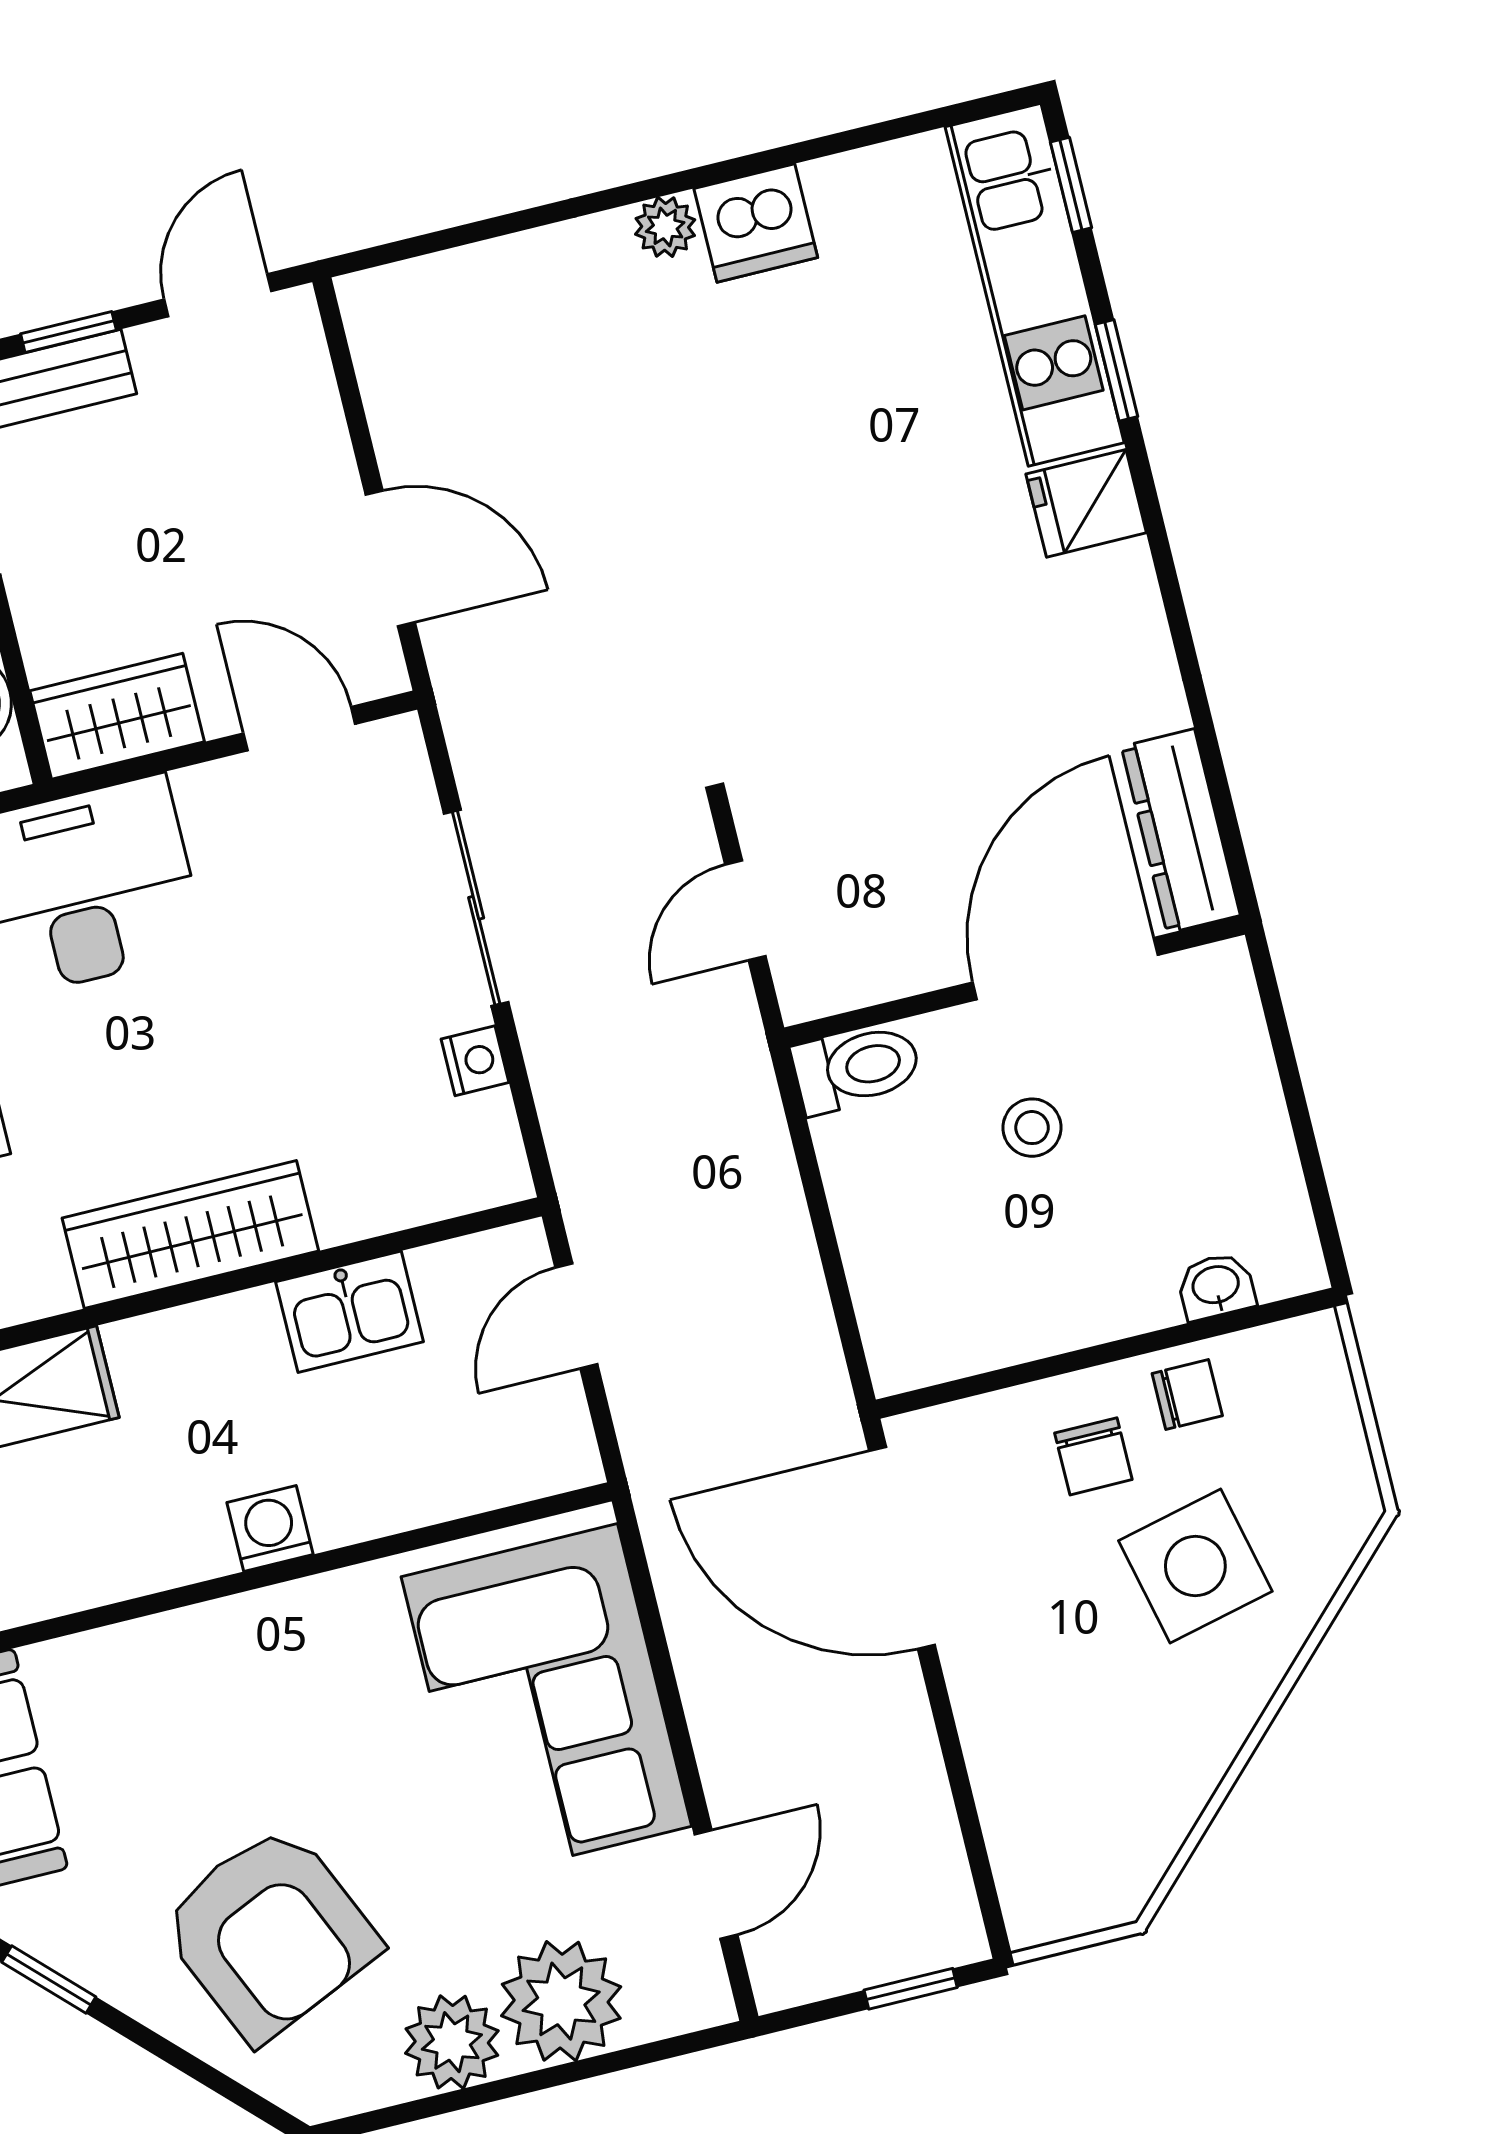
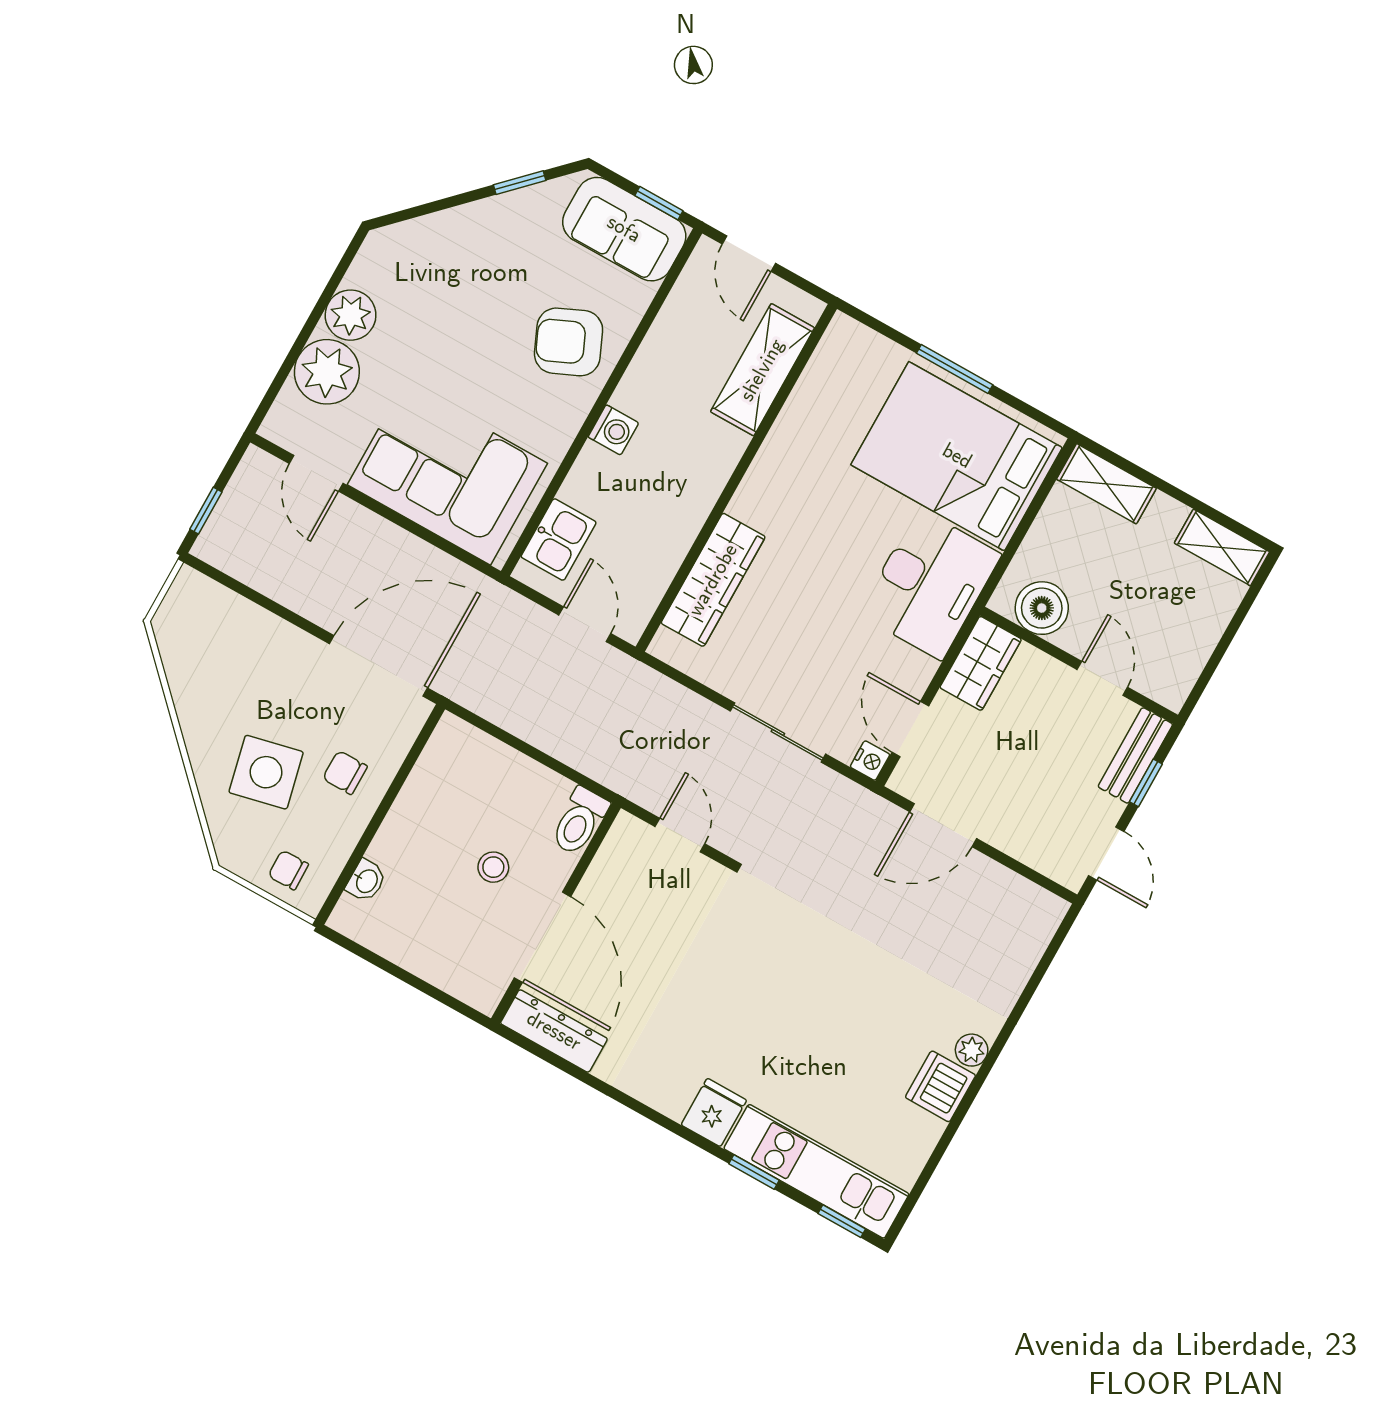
door: (299, 729) -> (910, 729), swing flipped
nightstand: (475, 1061) -> (870, 761), moved, turned -90
wardrobe: (190, 1234) -> (713, 580), moved
kitchen sink: (350, 1312) -> (559, 540), moved, turned 180
chair: (1187, 1395) -> (288, 870), moved, turned 89
armchair: (269, 1933) -> (569, 342), moved, width x0.73, depth x0.73

